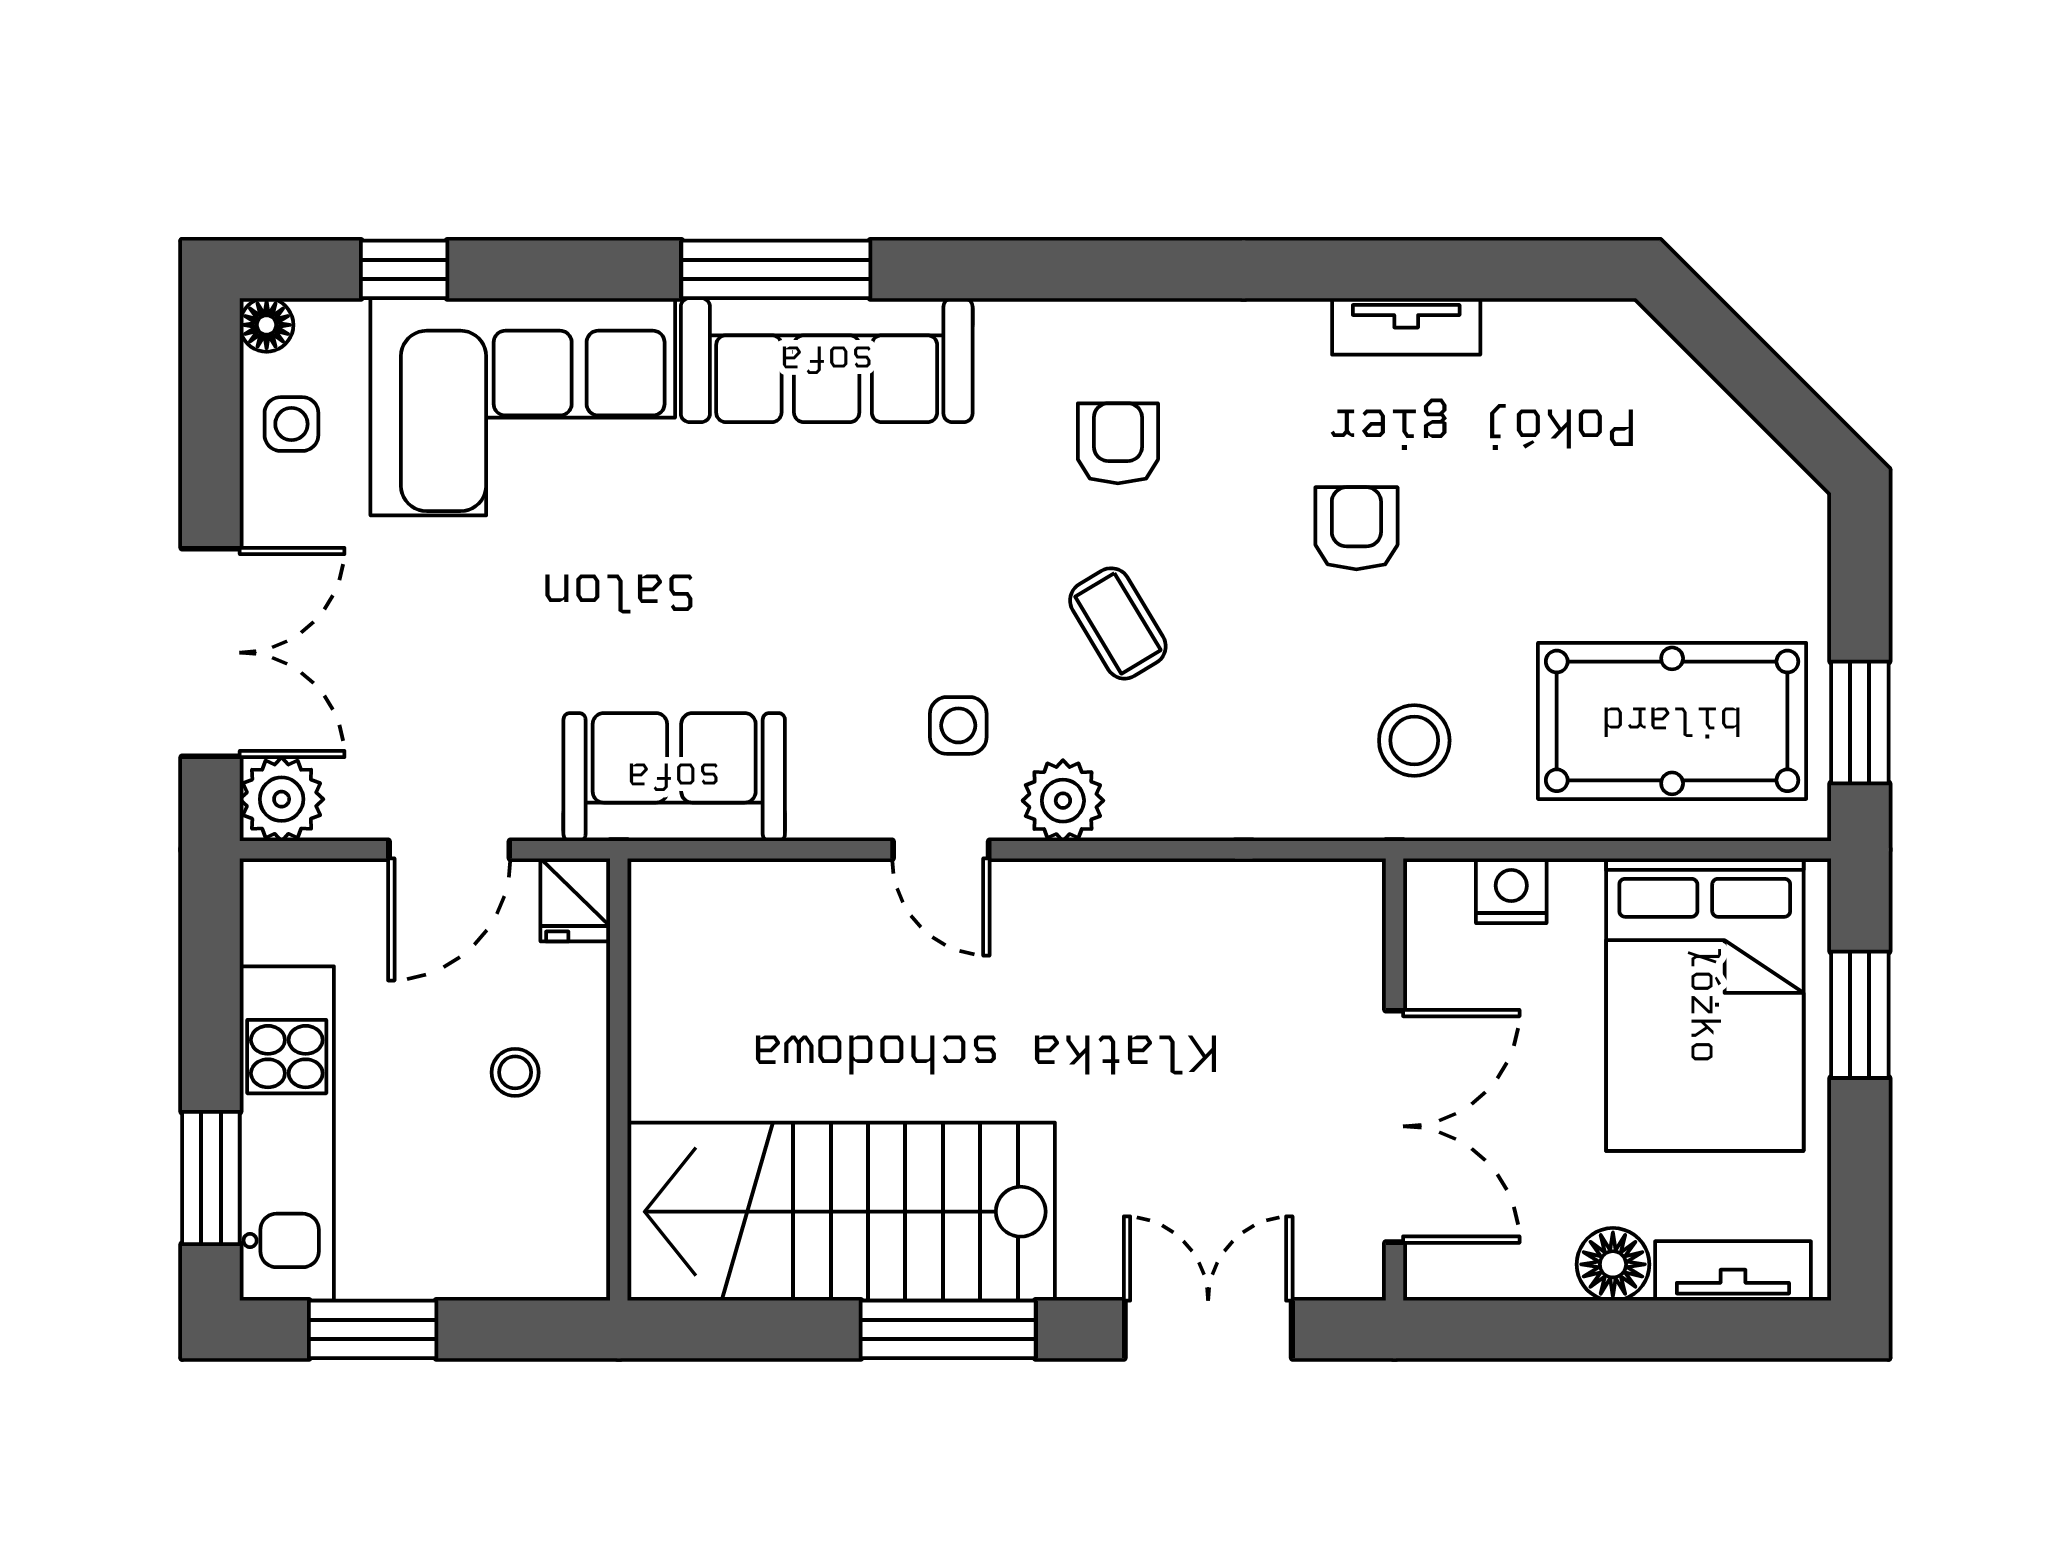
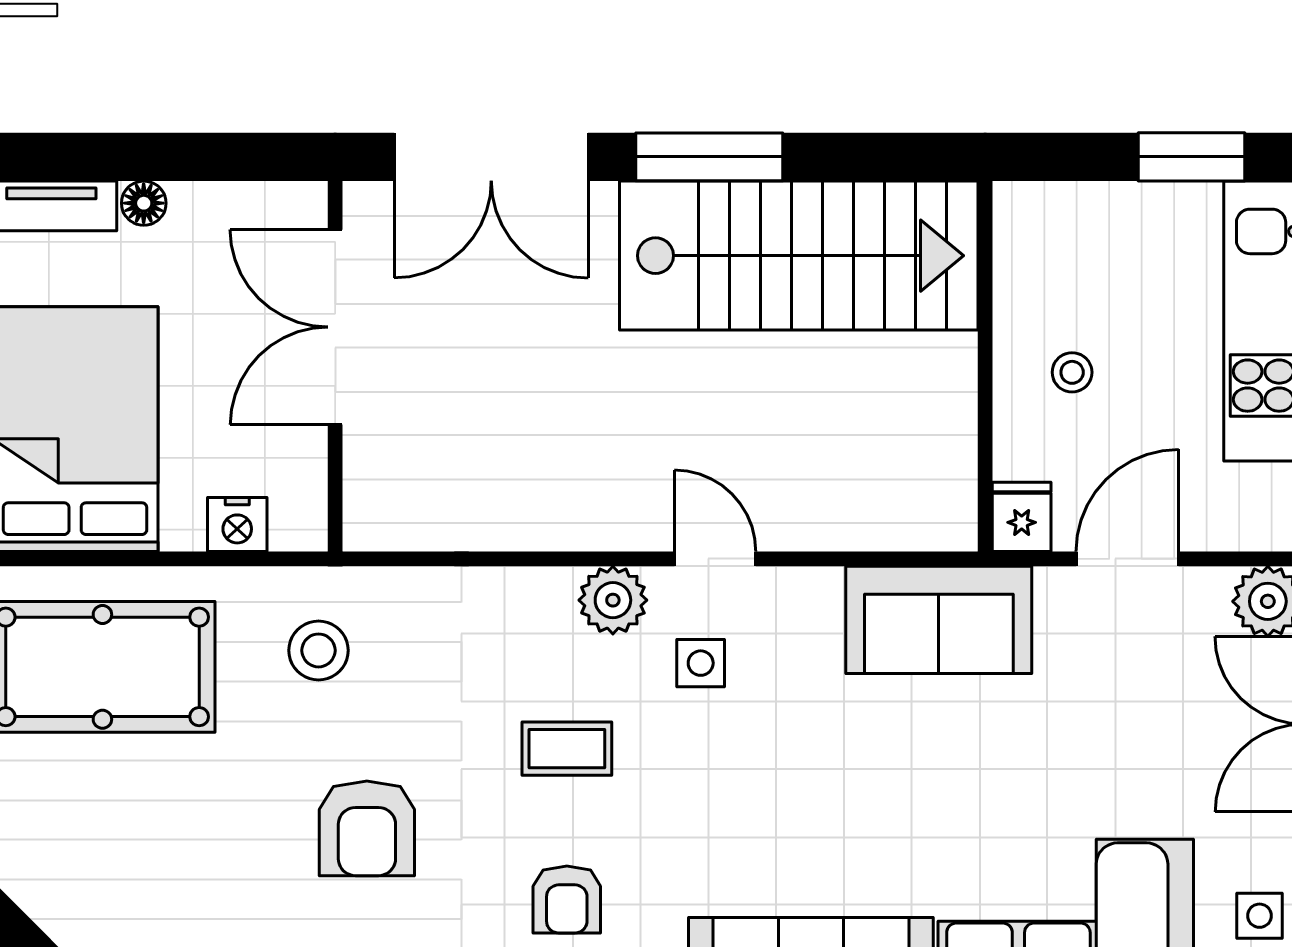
armchair: (1356, 528) -> (367, 828), width x1.38, depth x1.38
coffee table: (1118, 623) -> (567, 749), turned -59
floor lamp: (1613, 1264) -> (144, 203), width x0.73, depth x0.73
double door: (1208, 1329) -> (491, 157), width x1.37

